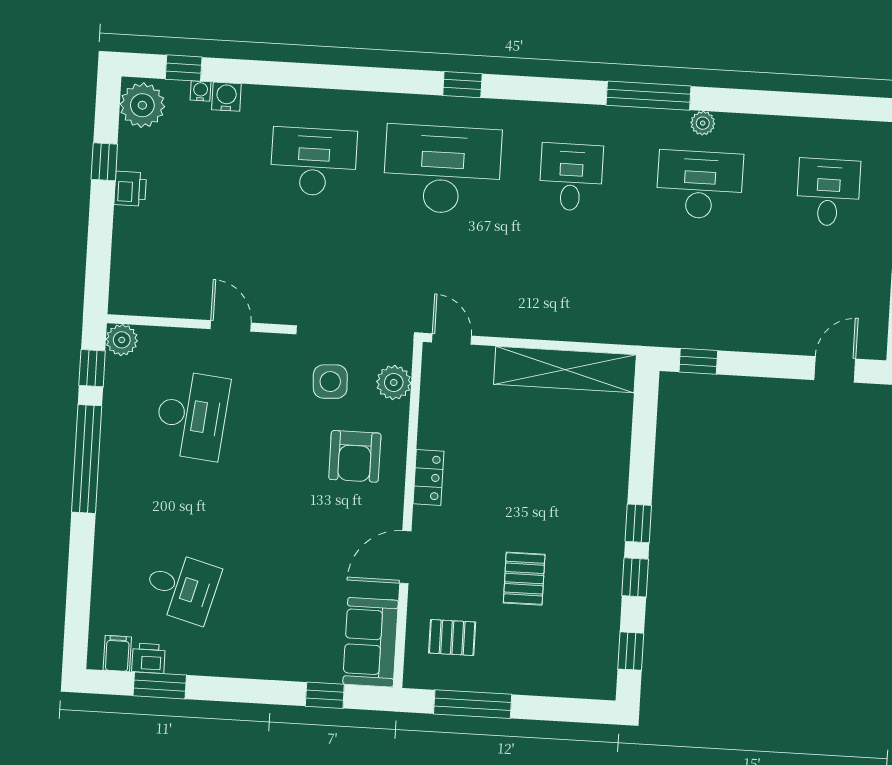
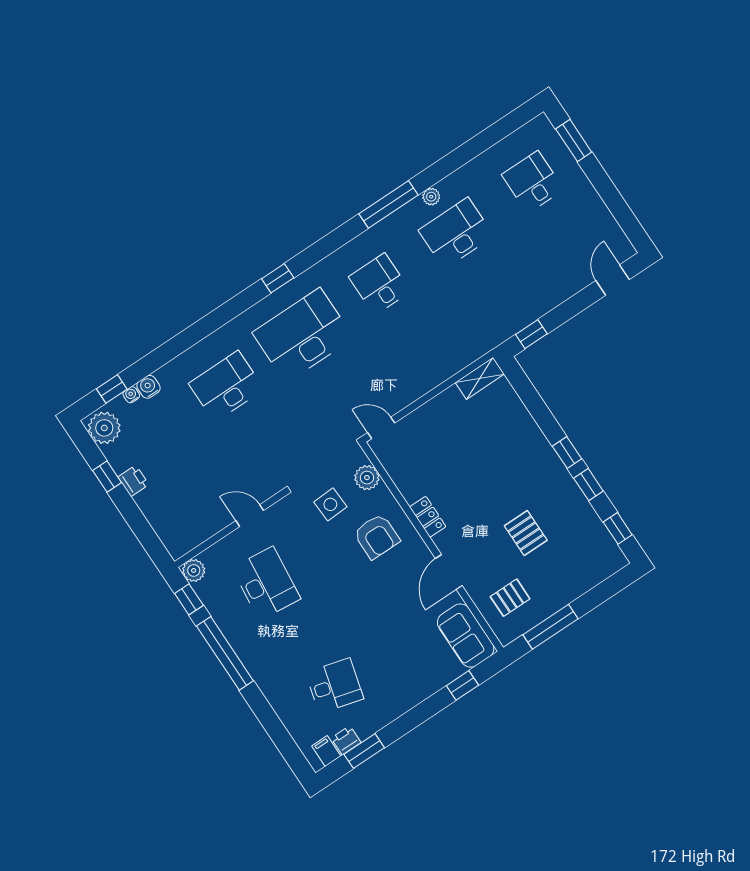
shelving: (565, 370) -> (480, 378), width x0.45, depth x0.75

